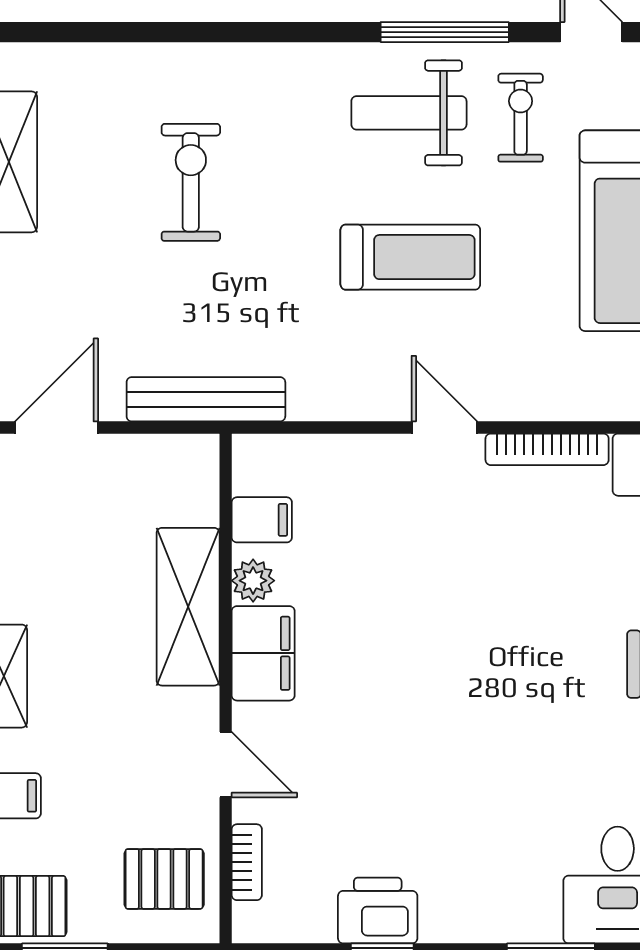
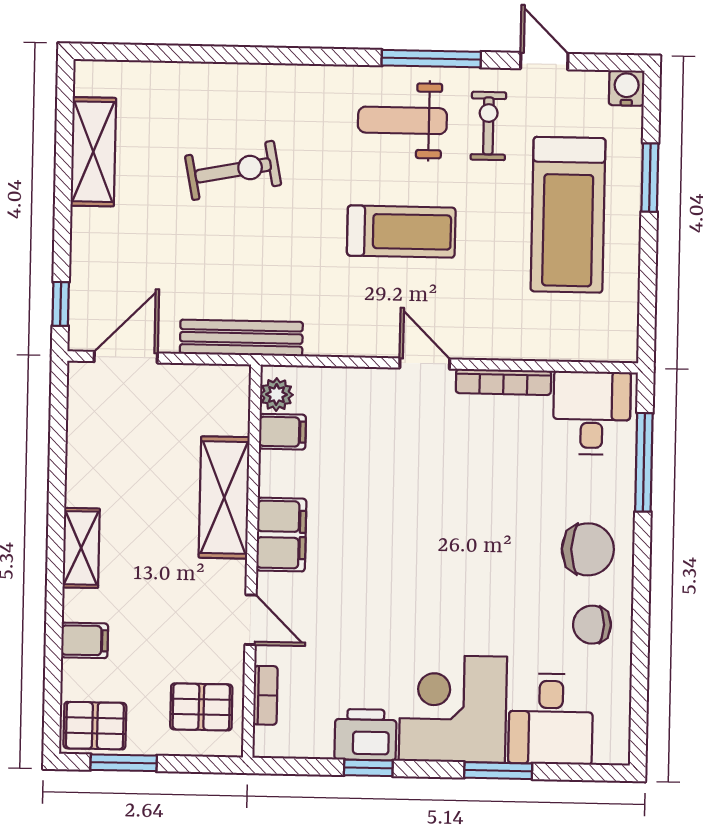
exercise bike: (191, 182) -> (233, 170), turned 79
plant: (253, 581) -> (276, 395), moved
corner desk: (490, 874) -> (453, 709), added

